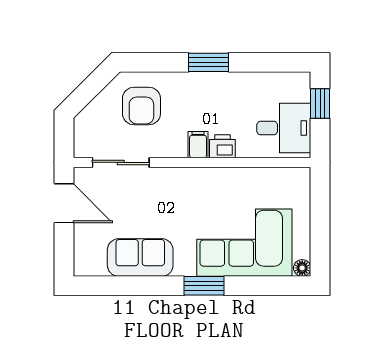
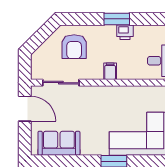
printer: (222, 146) -> (125, 32), moved, turned 180
sofa: (140, 258) -> (59, 143), moved

